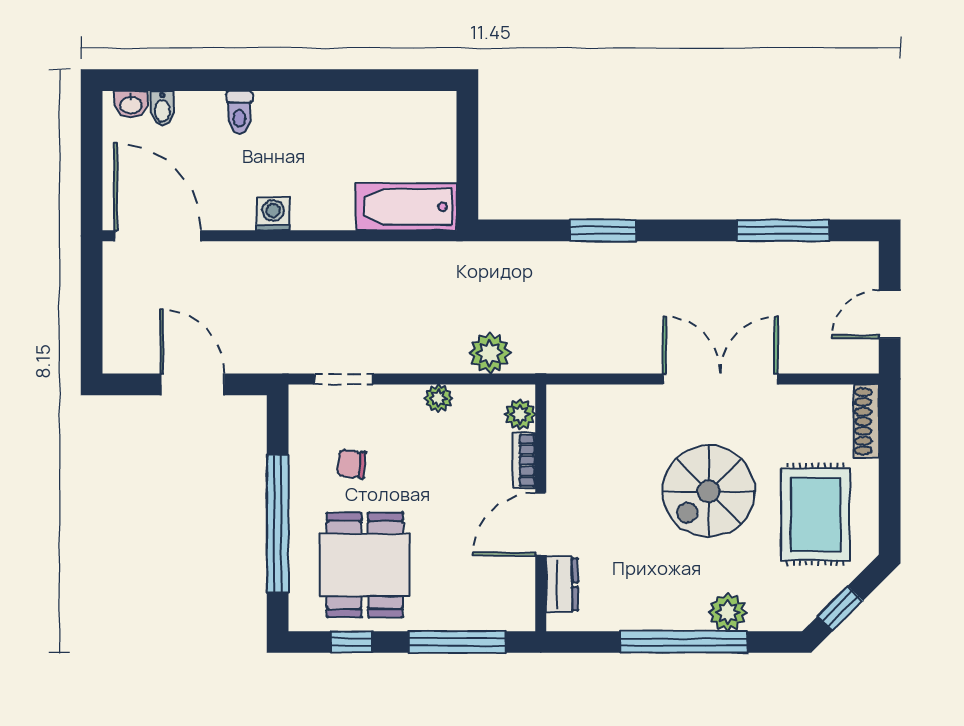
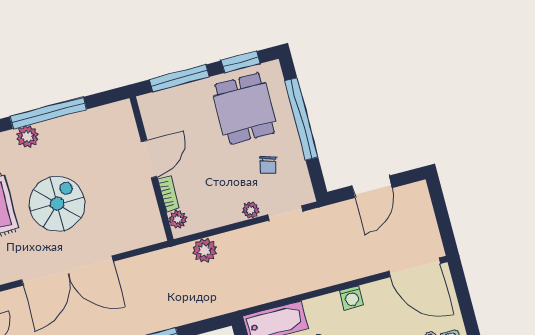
double door: (720, 379) -> (67, 271), width x1.36
door: (192, 384) -> (372, 187), hinge flipped
plant: (438, 398) -> (251, 210), moved
chair: (352, 464) -> (268, 165), turned 102
dresser: (562, 584) -> (128, 128), removed
window: (352, 642) -> (241, 62), width x1.50

